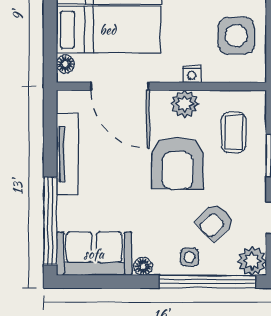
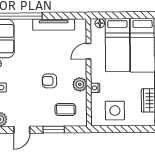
door: (120, 86) -> (89, 51), width x0.53
armchair: (177, 163) -> (49, 81), width x0.53, depth x0.53
armchair: (215, 222) -> (19, 100), removed

